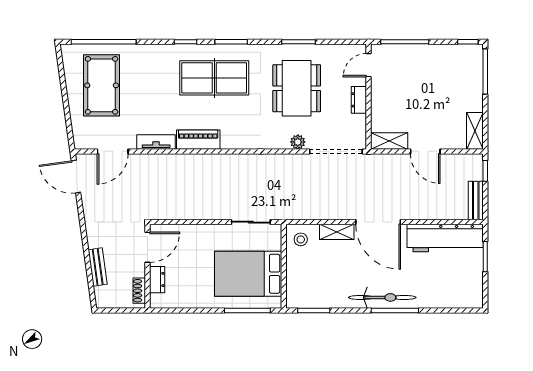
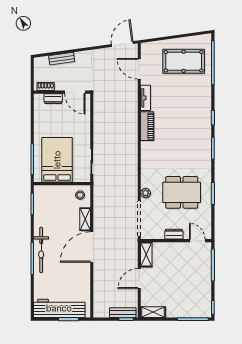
table tennis table: (214, 78) -> (189, 137), removed
bench: (476, 201) -> (123, 313), moved
workbench: (445, 238) -> (59, 308), moved, turned 90

